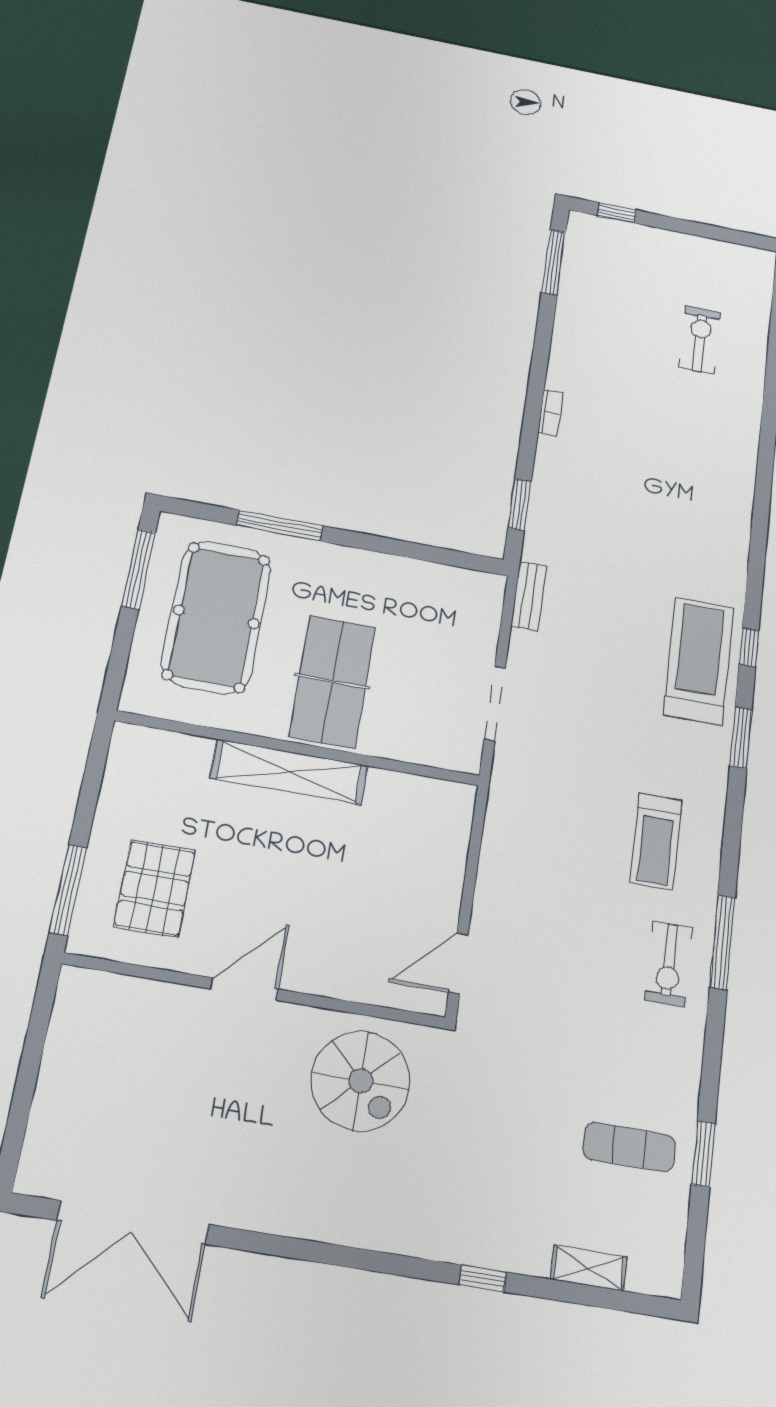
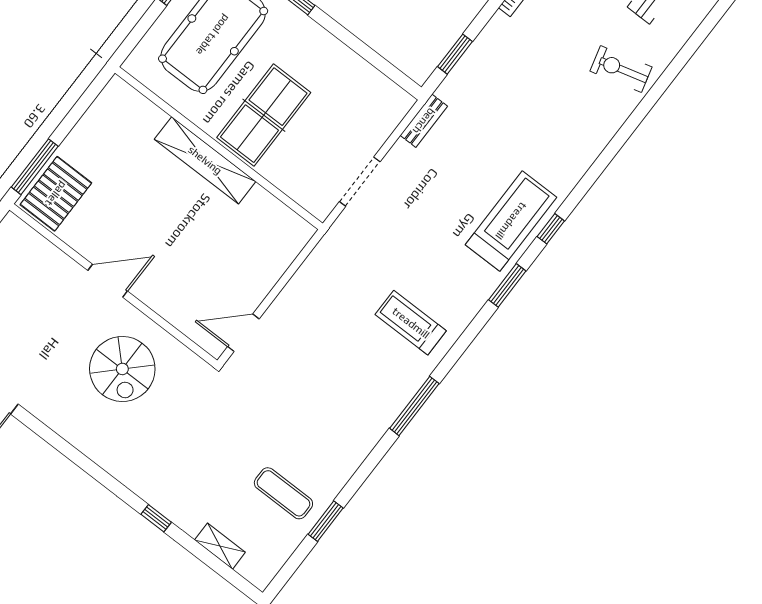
treadmill: (656, 841) -> (411, 323), turned 90
pallet: (155, 888) -> (56, 194), moved
exercise bike: (669, 964) -> (621, 69), moved, turned 75
spiral stairs: (361, 1081) -> (122, 369), moved

